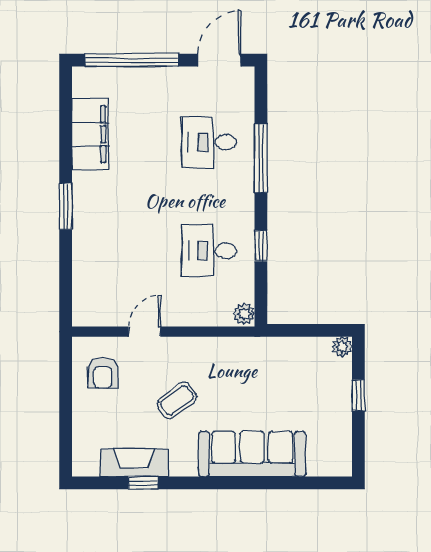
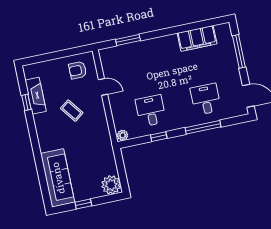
window: (132, 60) -> (239, 51), width x0.68
window: (66, 206) -> (128, 40), moved
plant: (342, 347) -> (111, 185), width x1.87, depth x1.87
window: (358, 395) -> (83, 204), moved
sofa: (252, 454) -> (58, 178), moved

